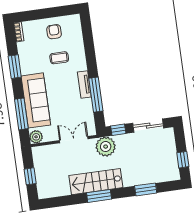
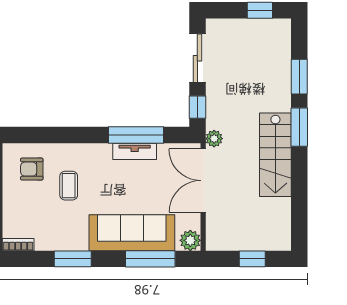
armchair: (54, 32) -> (32, 169), moved
tv unit: (84, 84) -> (135, 151), moved
double door: (74, 140) -> (203, 181), width x1.37
plant: (106, 147) -> (214, 139), width x0.53, depth x0.53
window: (99, 196) -> (299, 127), moved

